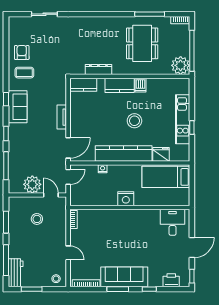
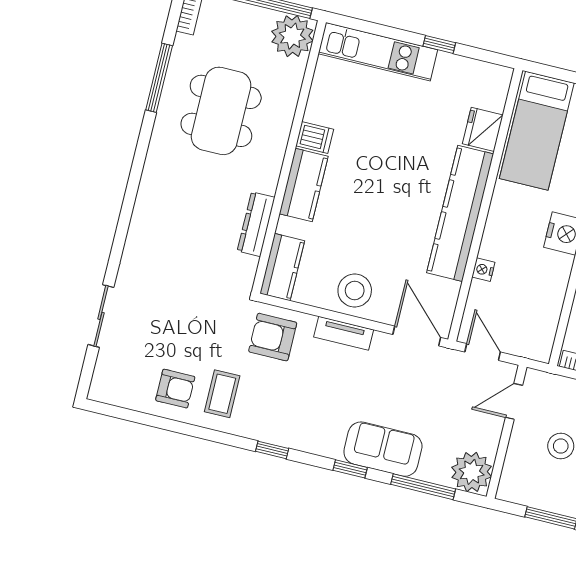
dining table: (142, 43) -> (221, 111), turned 90
armchair: (22, 52) -> (175, 389), turned 180
armchair: (53, 88) -> (273, 337), added
sofa: (18, 107) -> (383, 449), moved
kitchen unit: (183, 119) -> (378, 52), moved
stool: (134, 121) -> (355, 291), moved
plant: (32, 184) -> (472, 472), moved

